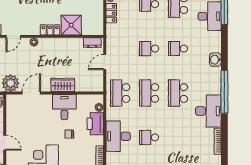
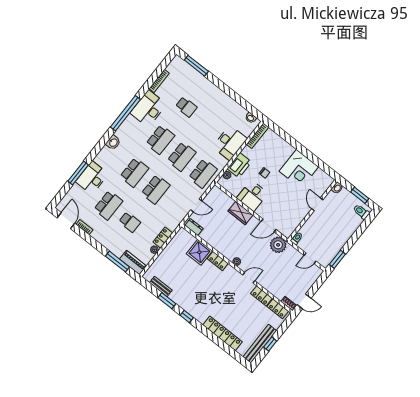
school desk: (149, 49) -> (156, 189), width x1.85
school desk: (178, 49) -> (134, 172), width x1.85
school desk: (149, 137) -> (186, 107), moved

